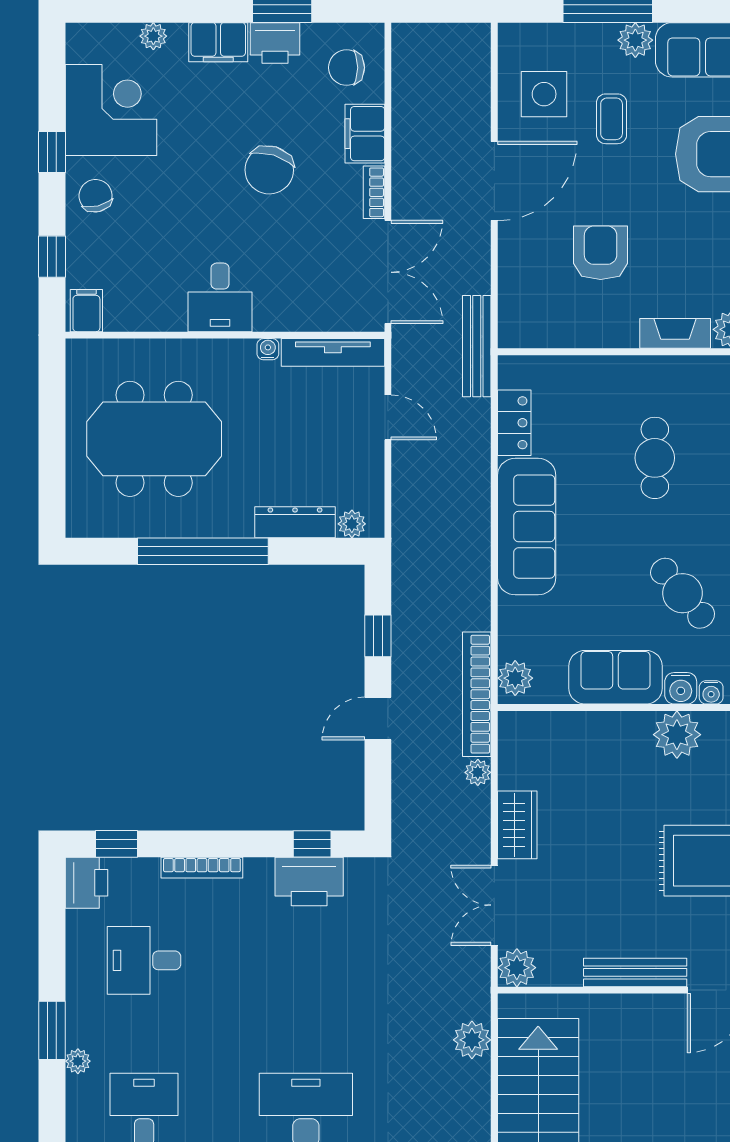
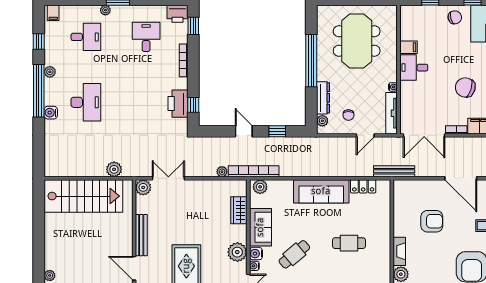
filing cabinet: (86, 311) -> (408, 47), moved
chair: (338, 459) -> (348, 115), added
wardrobe: (517, 825) -> (239, 210), moved, turned 90

